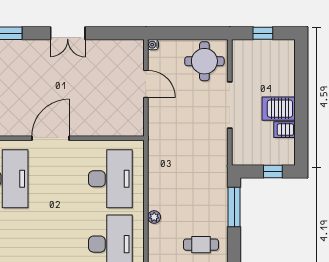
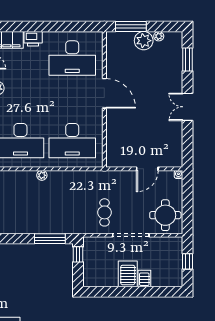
server rack: (285, 130) -> (144, 279), moved
window: (273, 171) -> (78, 254), moved
cafe table: (201, 245) -> (105, 212), moved

